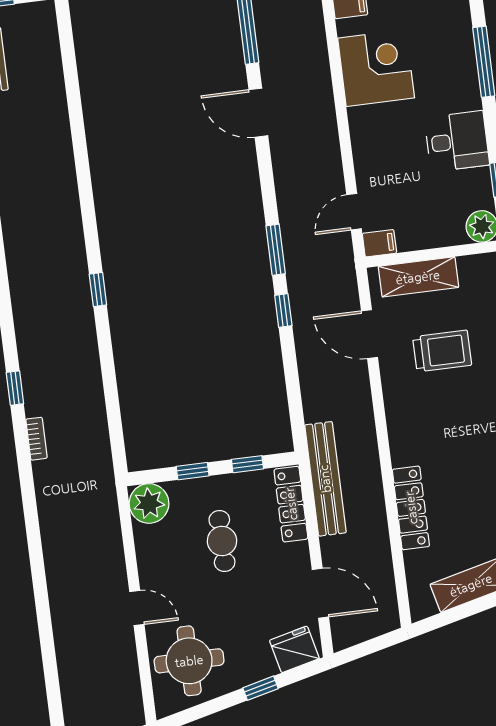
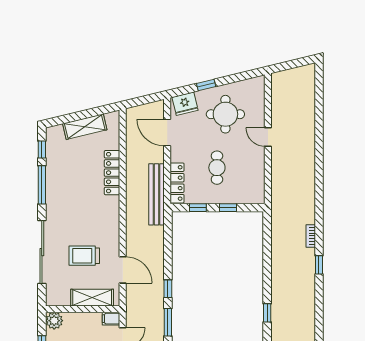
plant: (149, 503) -> (254, 193), removed
round table: (189, 661) -> (225, 114), moved

